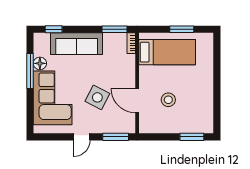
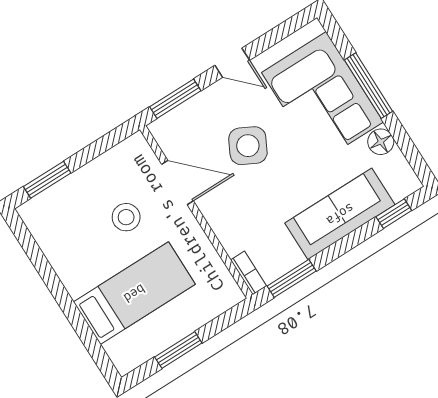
bed: (167, 52) -> (134, 293), moved, turned 180
window: (30, 71) -> (369, 86), moved
door: (82, 137) -> (232, 63), swing flipped

